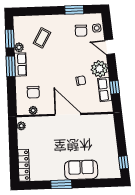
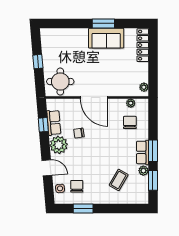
round table: (100, 128) -> (60, 82), added
window: (124, 162) -> (38, 62), moved
sofa: (81, 170) -> (106, 38), moved

